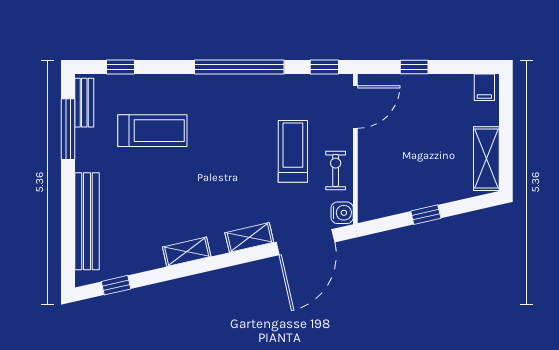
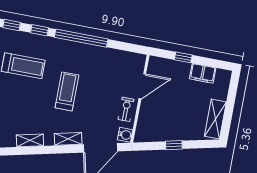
window: (324, 67) -> (39, 30), moved
filing cabinet: (484, 87) -> (203, 73), moved, width x2.00
door: (355, 107) -> (142, 86), moved
treadmill: (293, 151) -> (67, 91), moved

